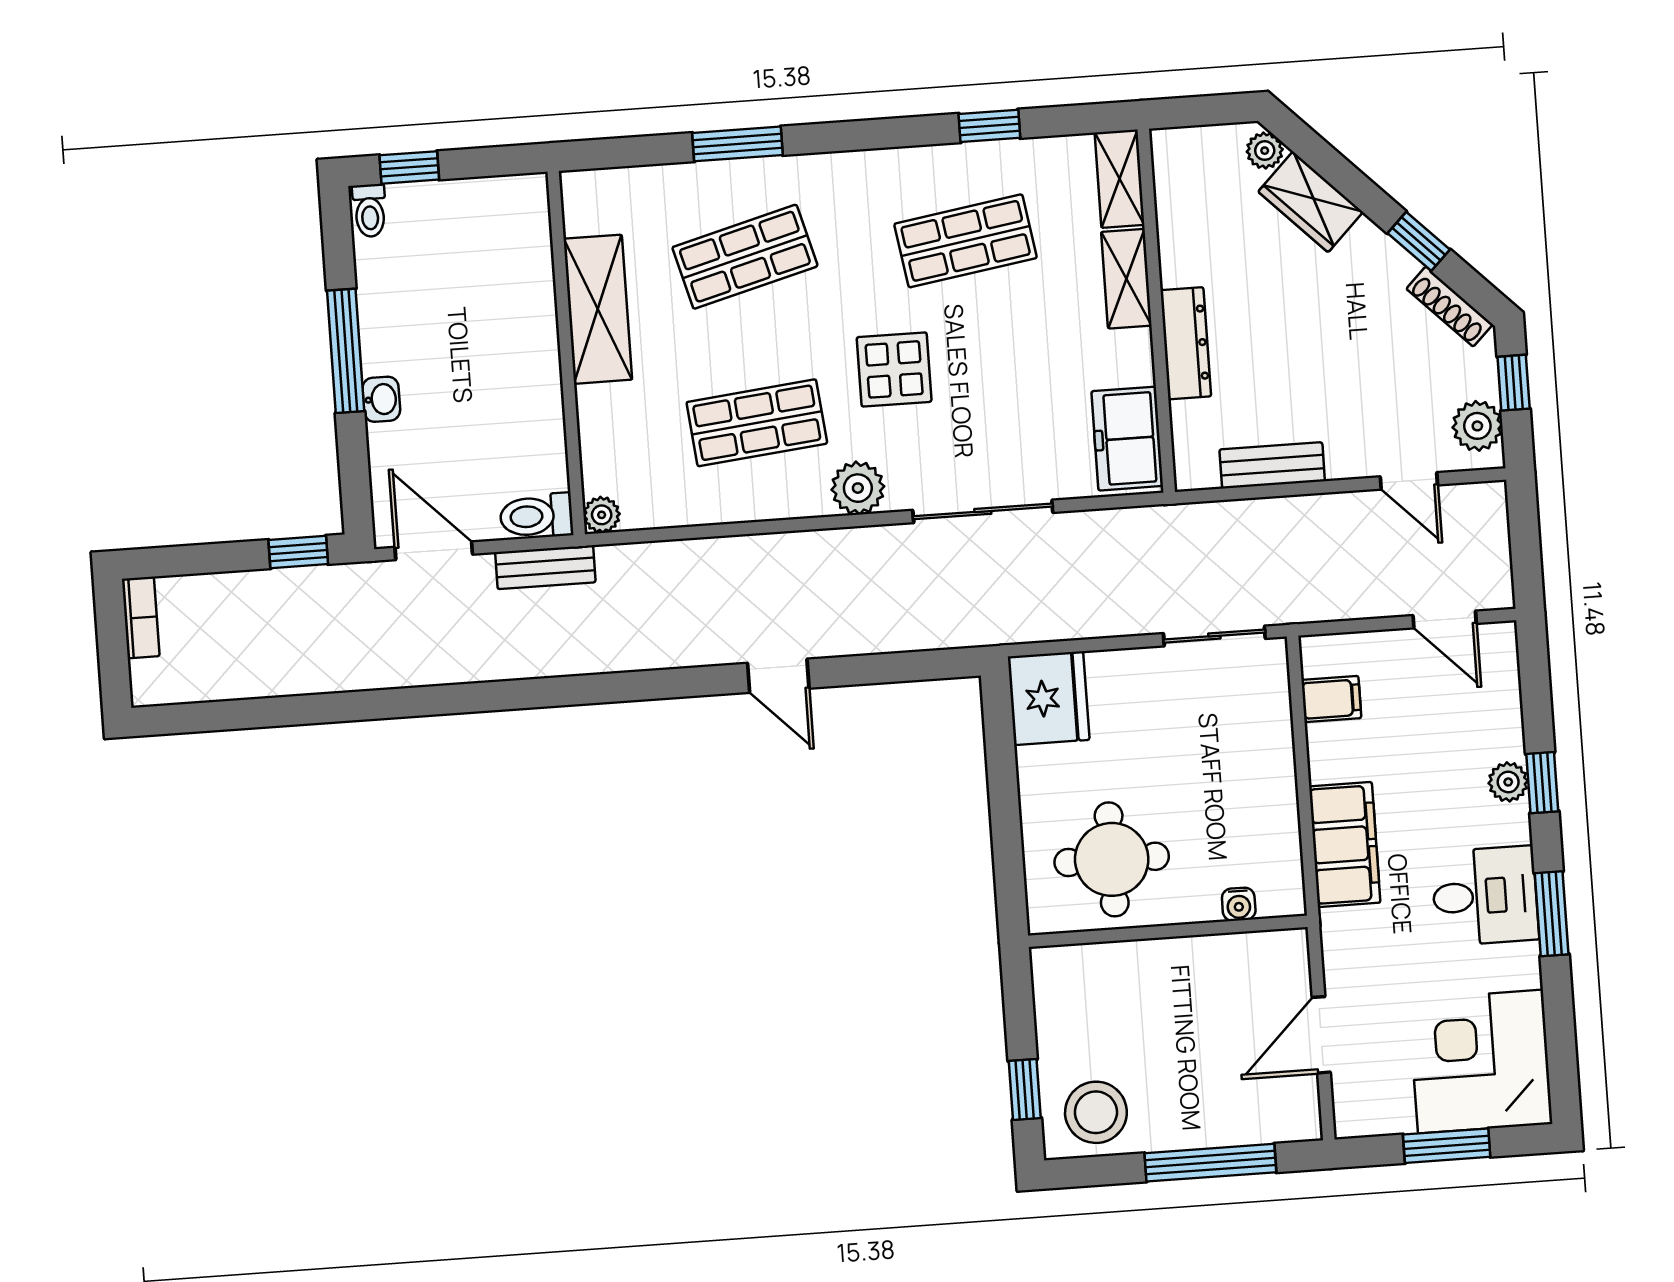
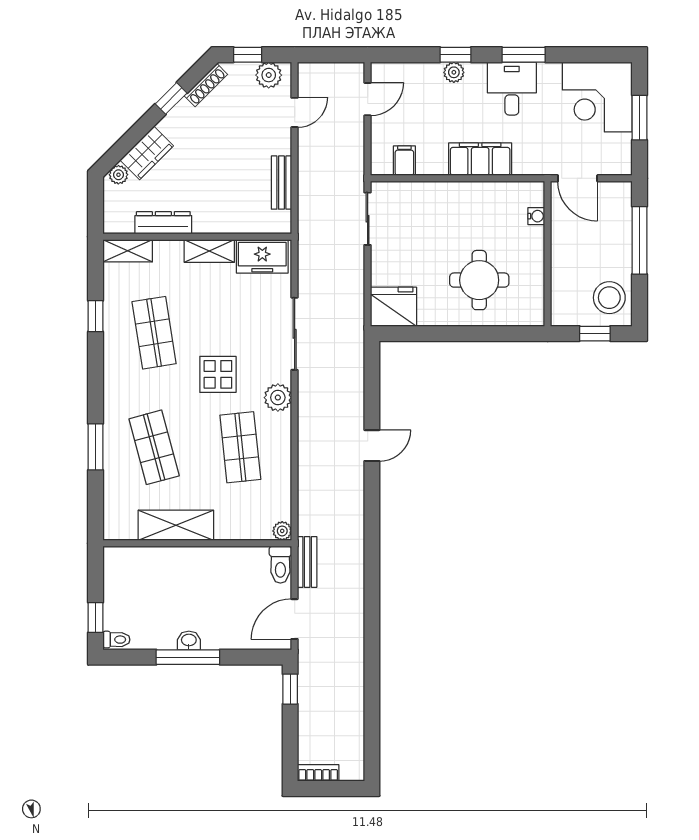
shelving: (1126, 279) -> (209, 251), moved
dresser: (1186, 343) -> (163, 223), moved
washbasin: (381, 399) -> (189, 641), moved
water cooler: (1239, 904) -> (536, 216), moved
wall: (1168, 931) -> (548, 254), moved

